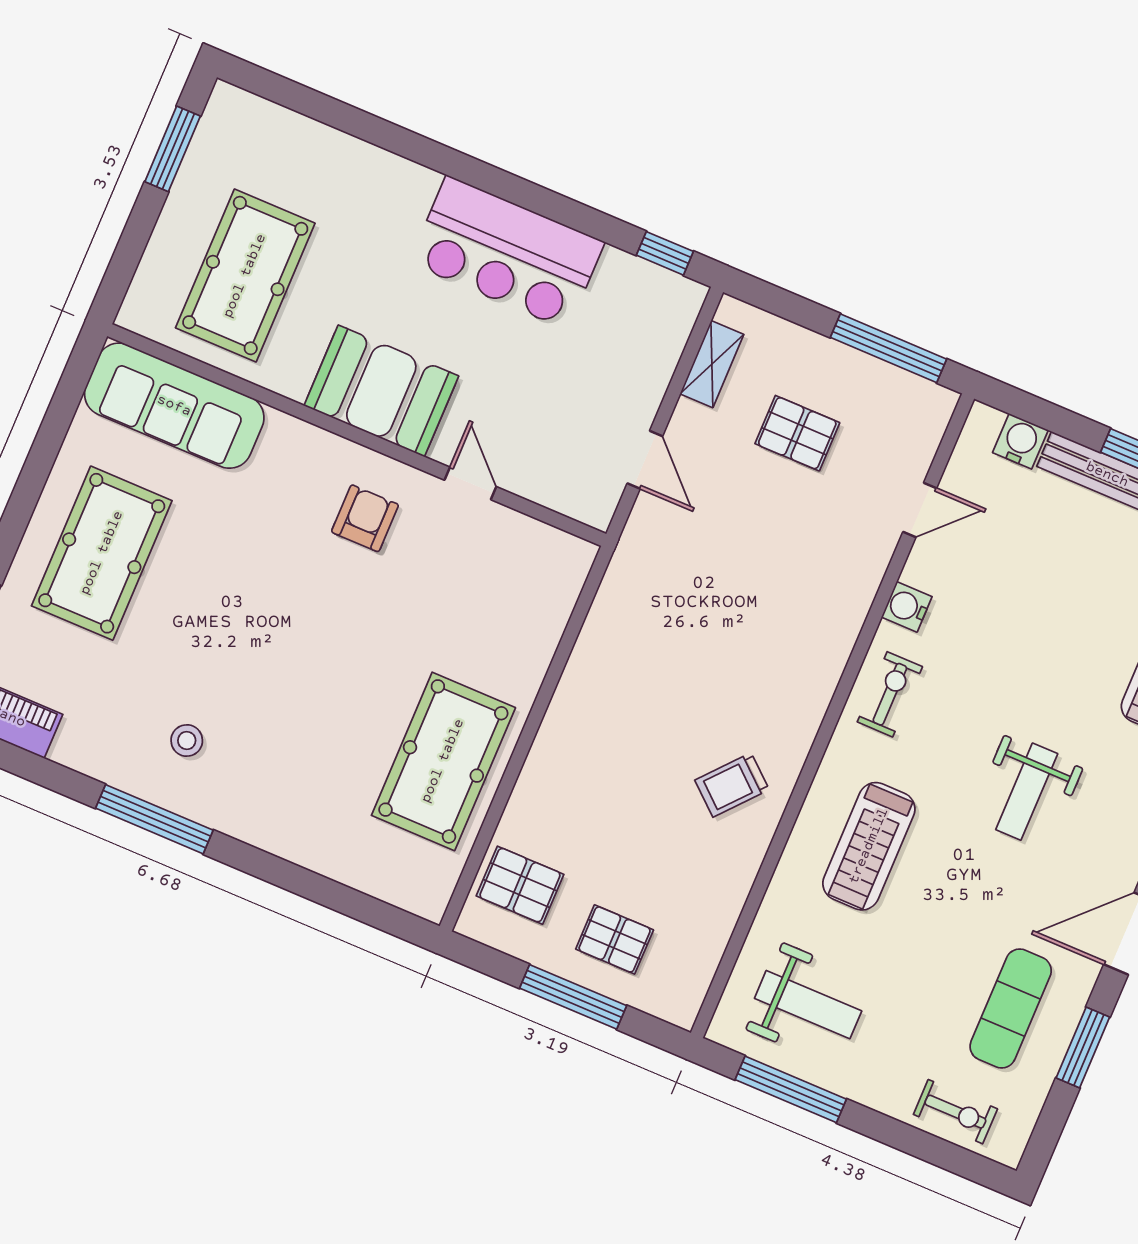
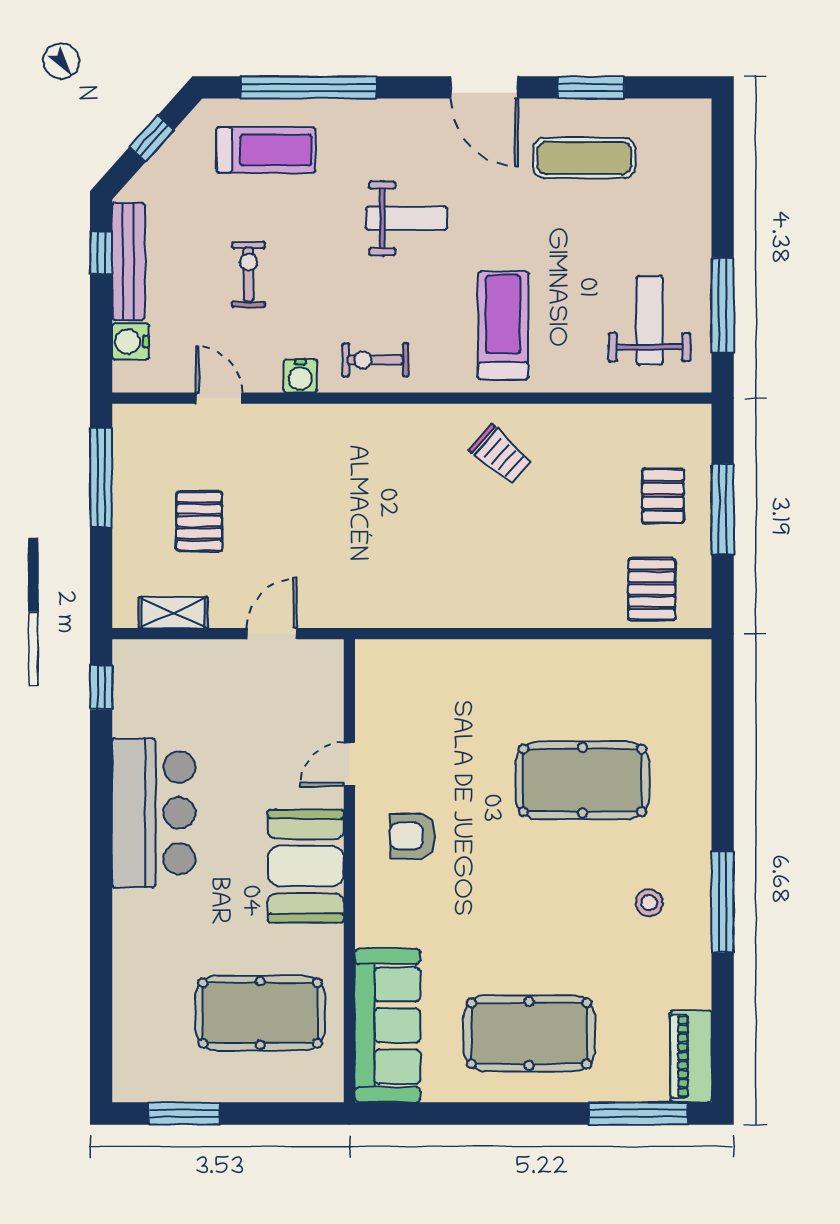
pool table: (443, 761) -> (583, 780), moved
treadmill: (869, 846) -> (503, 325), turned -90
exercise bike: (955, 1112) -> (248, 275), moved

